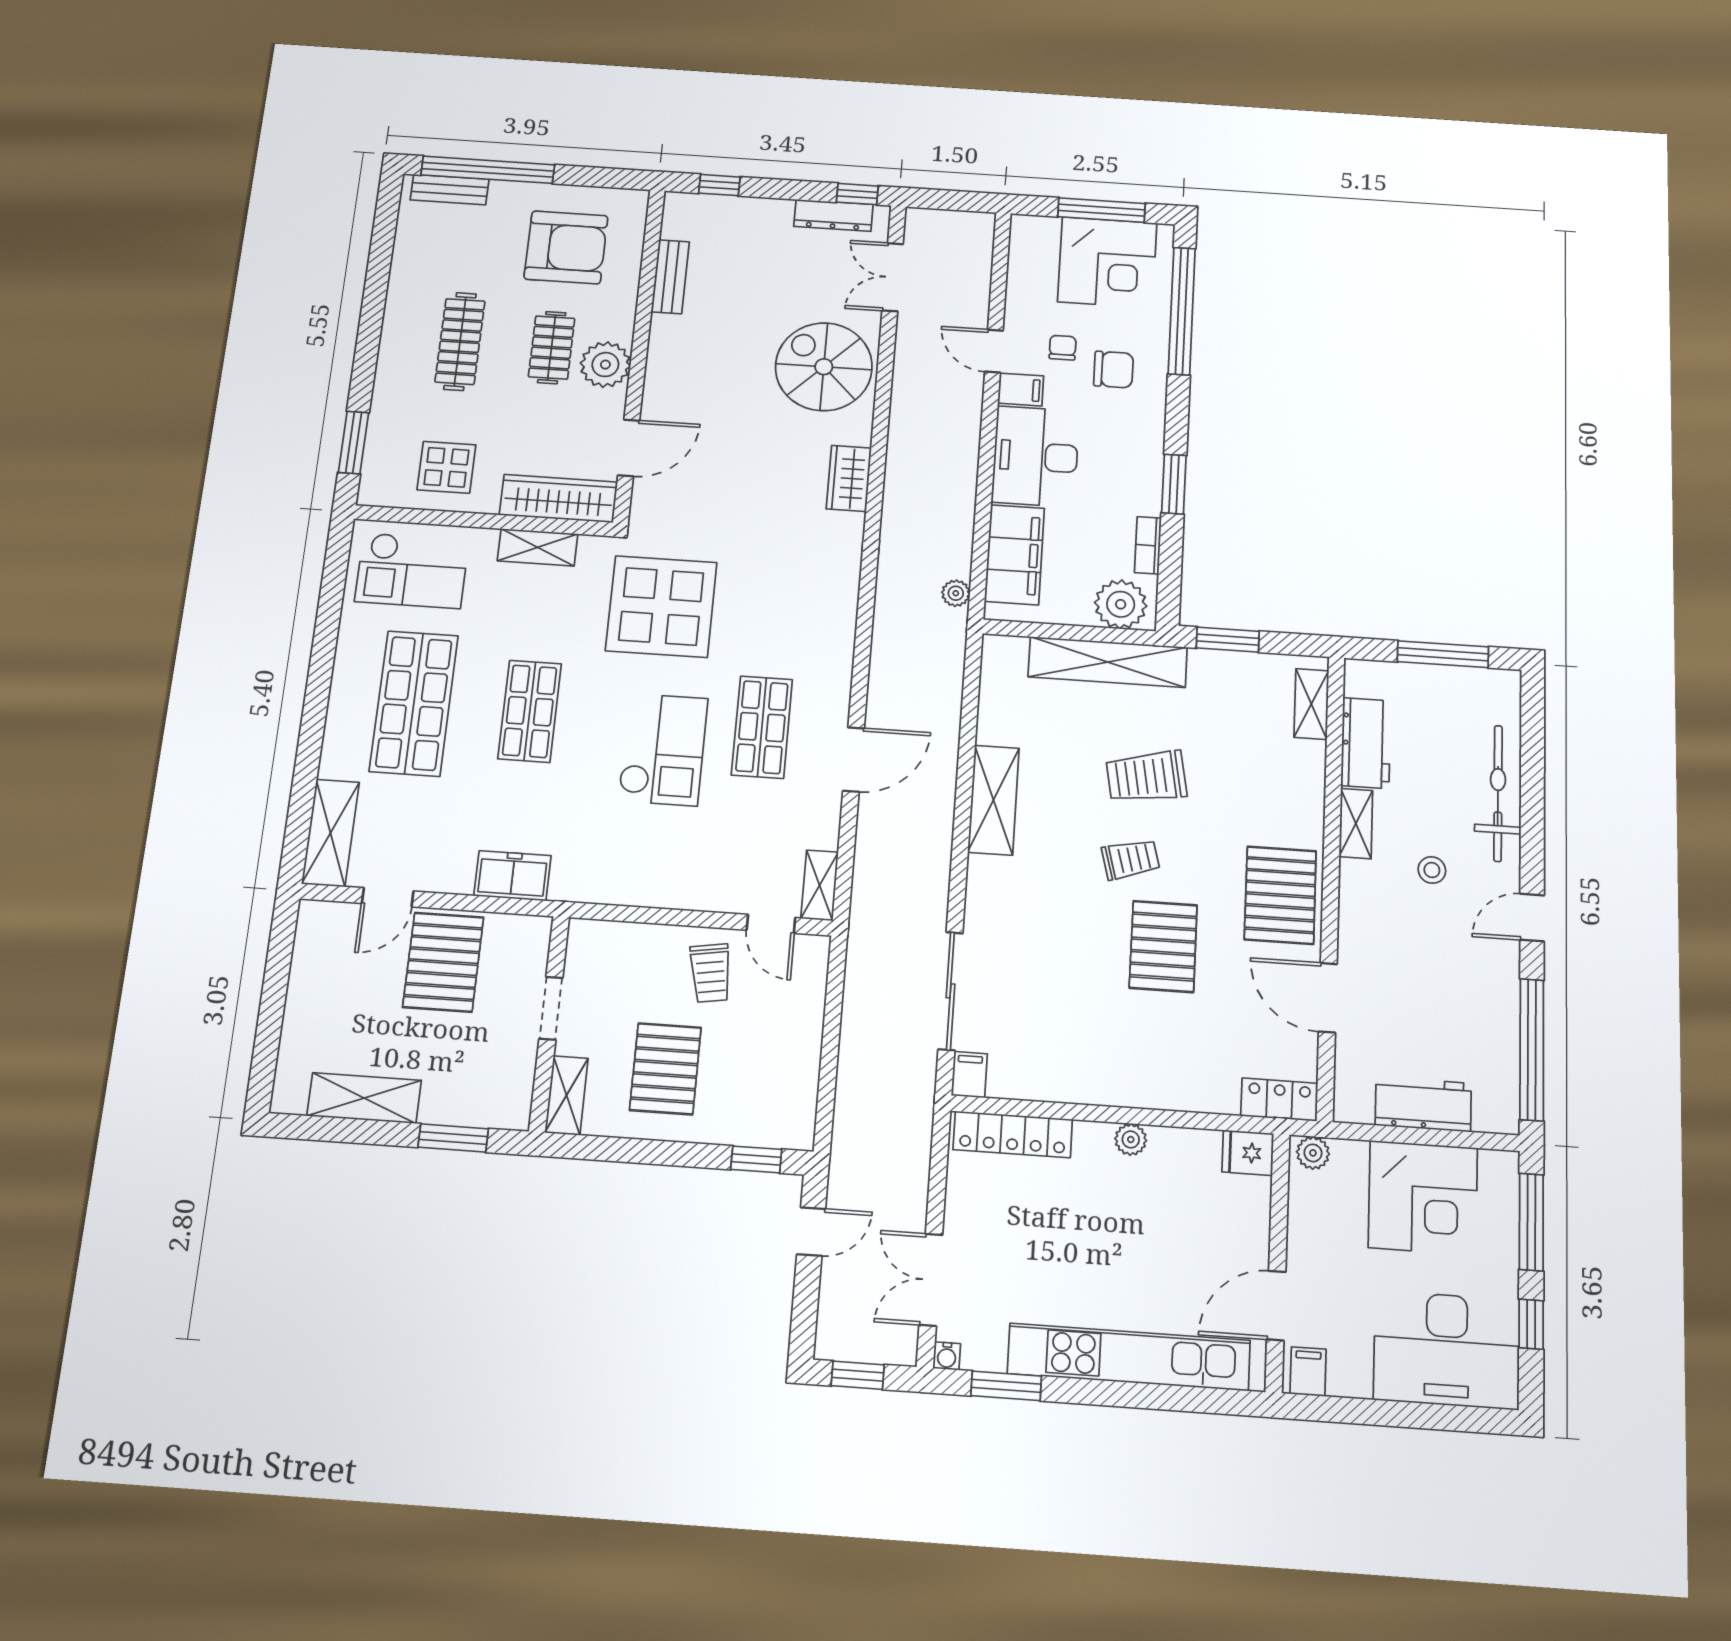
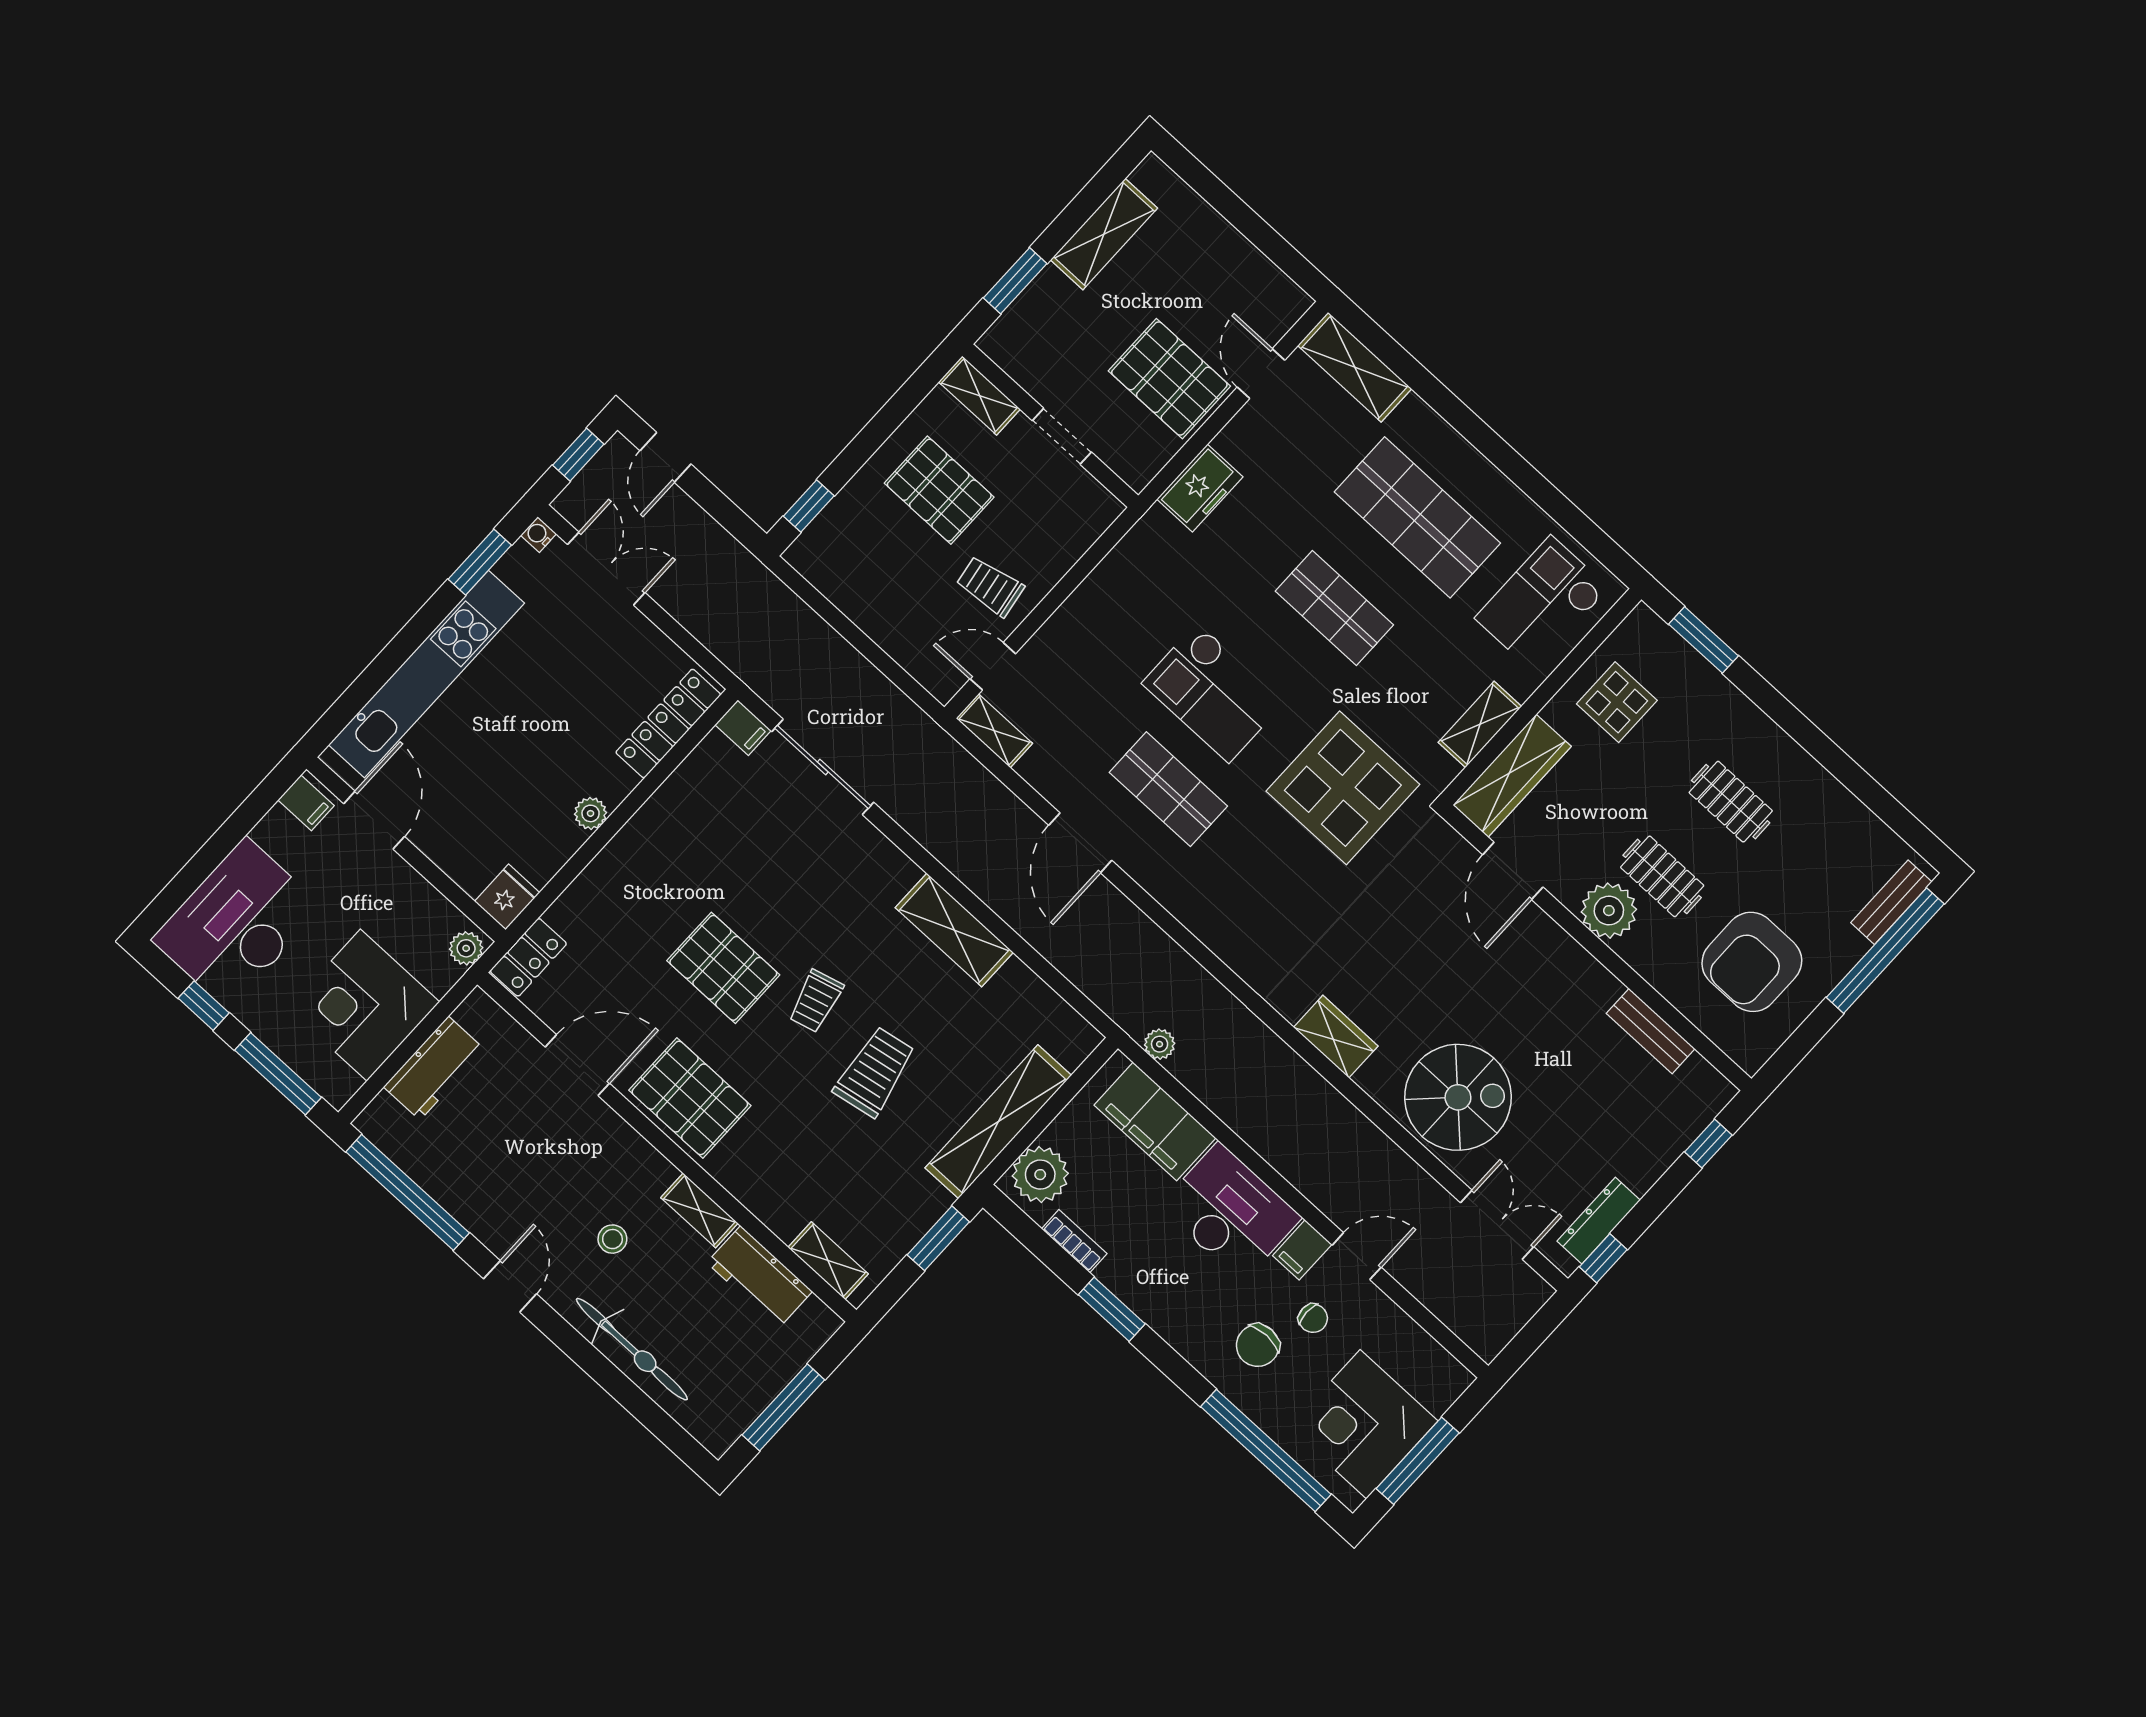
clothes rail: (460, 341) -> (1731, 802), width x0.73
door: (811, 1232) -> (665, 457), moved

